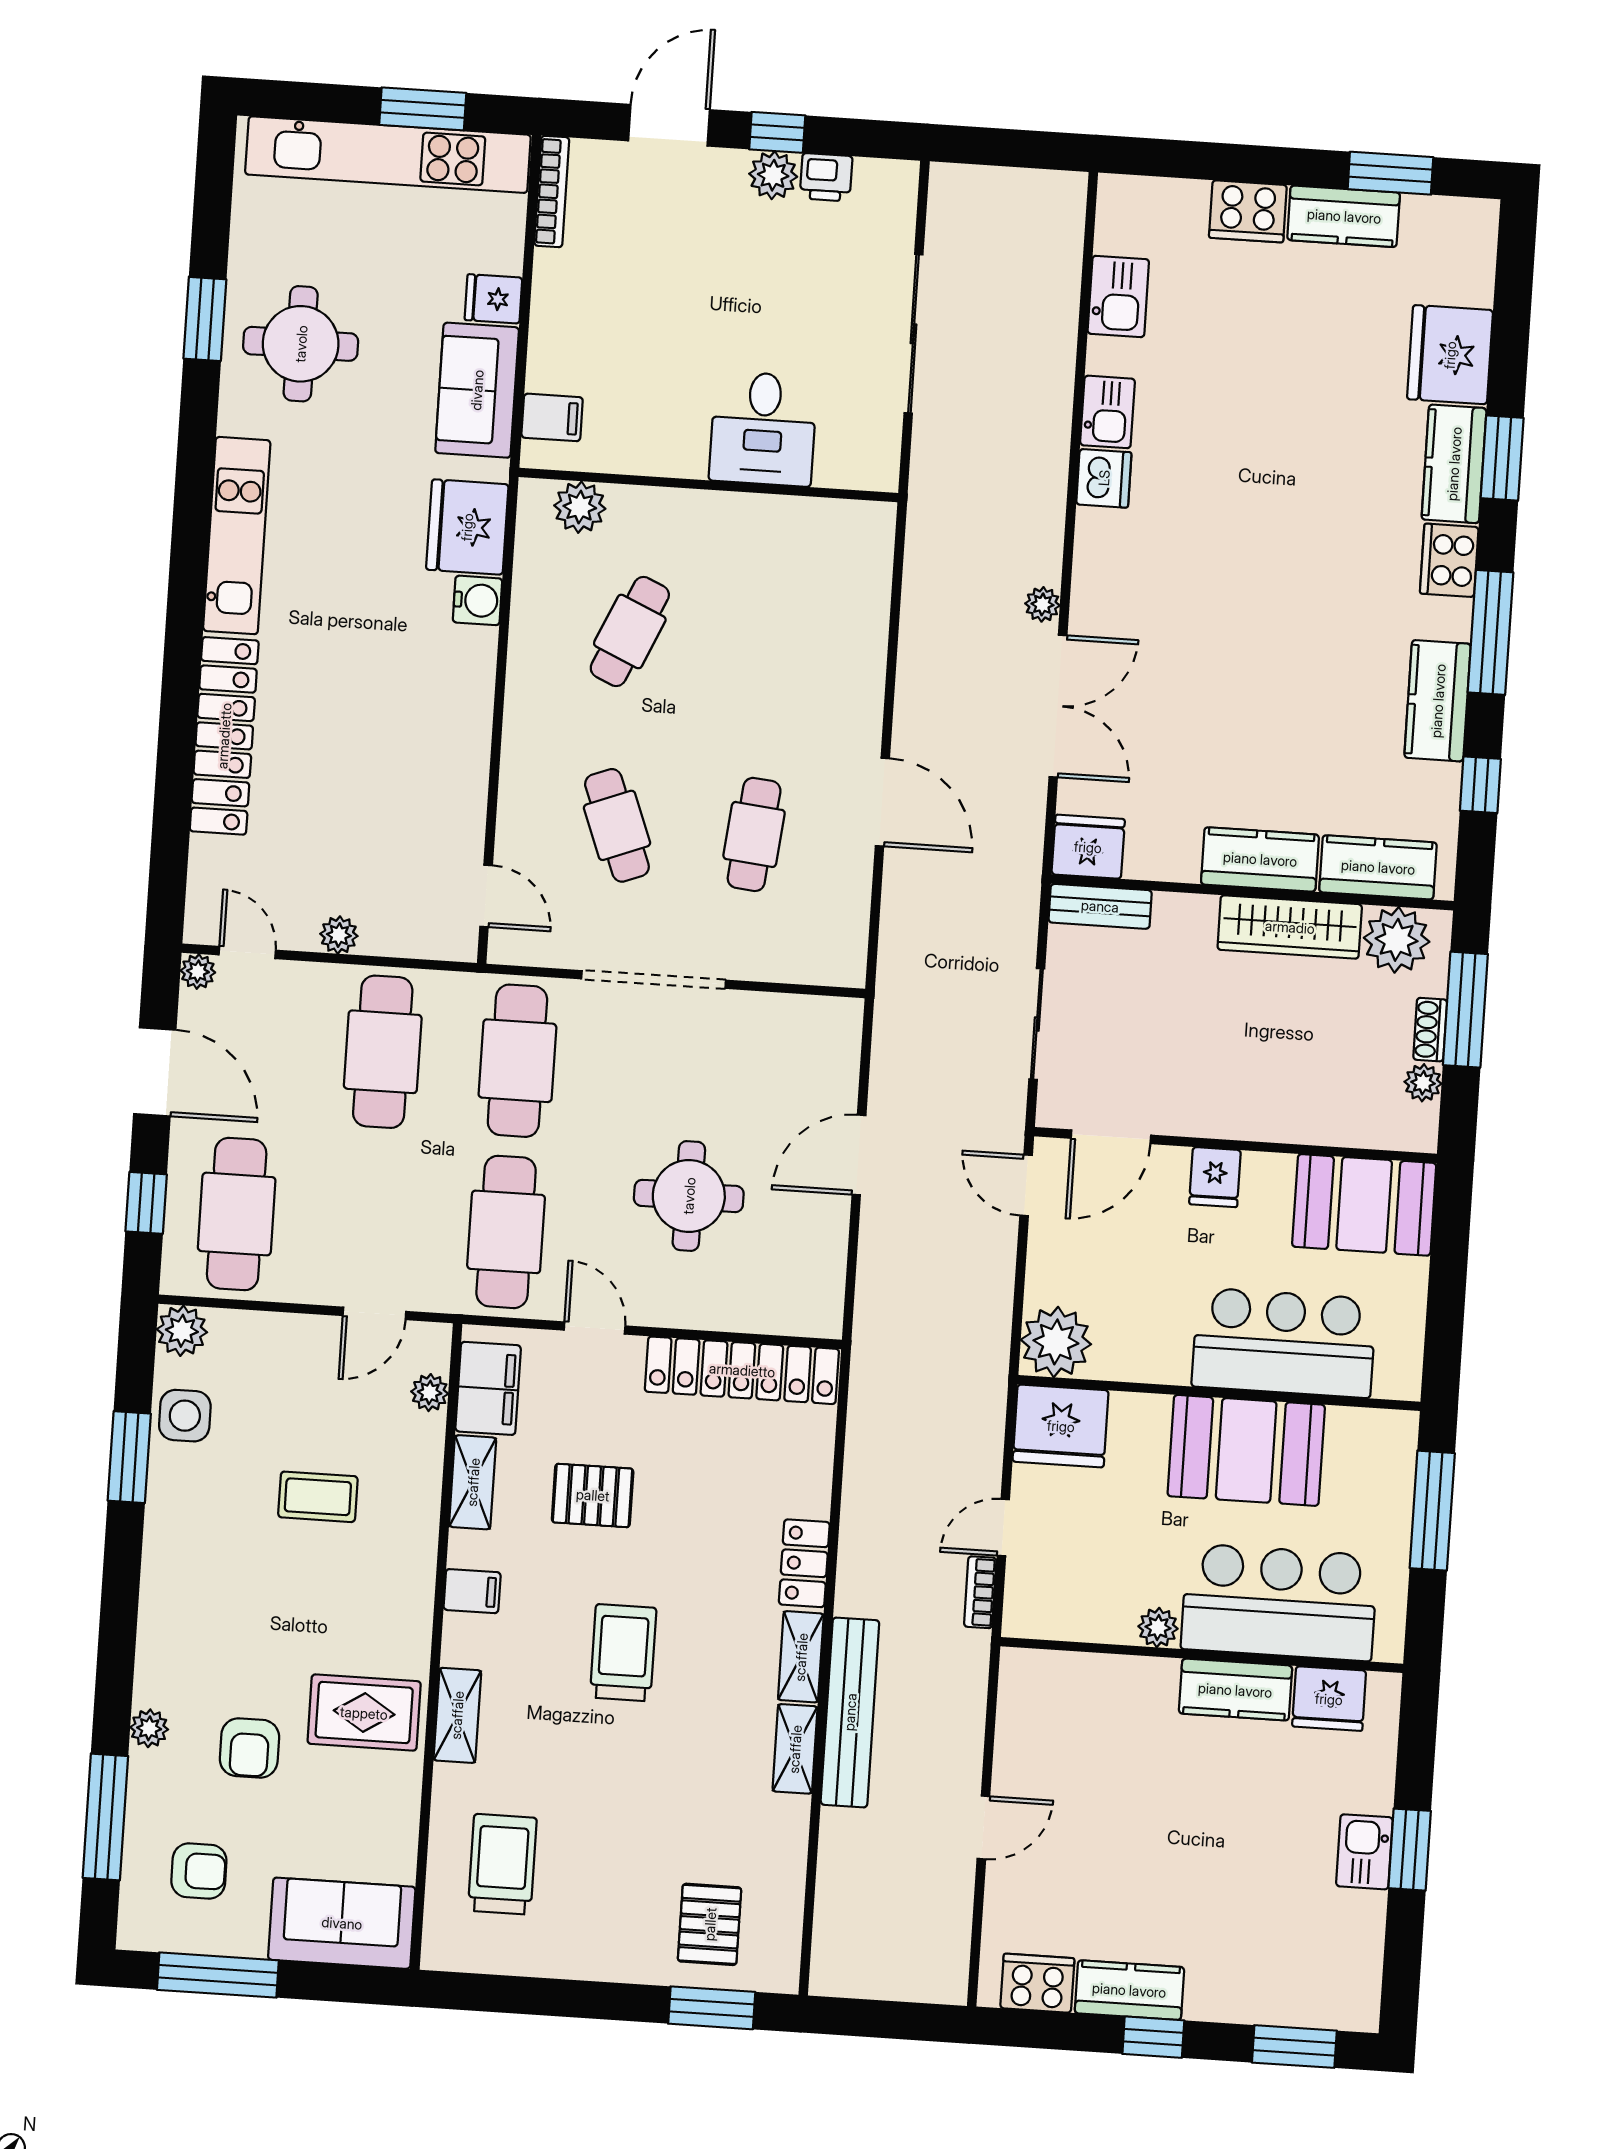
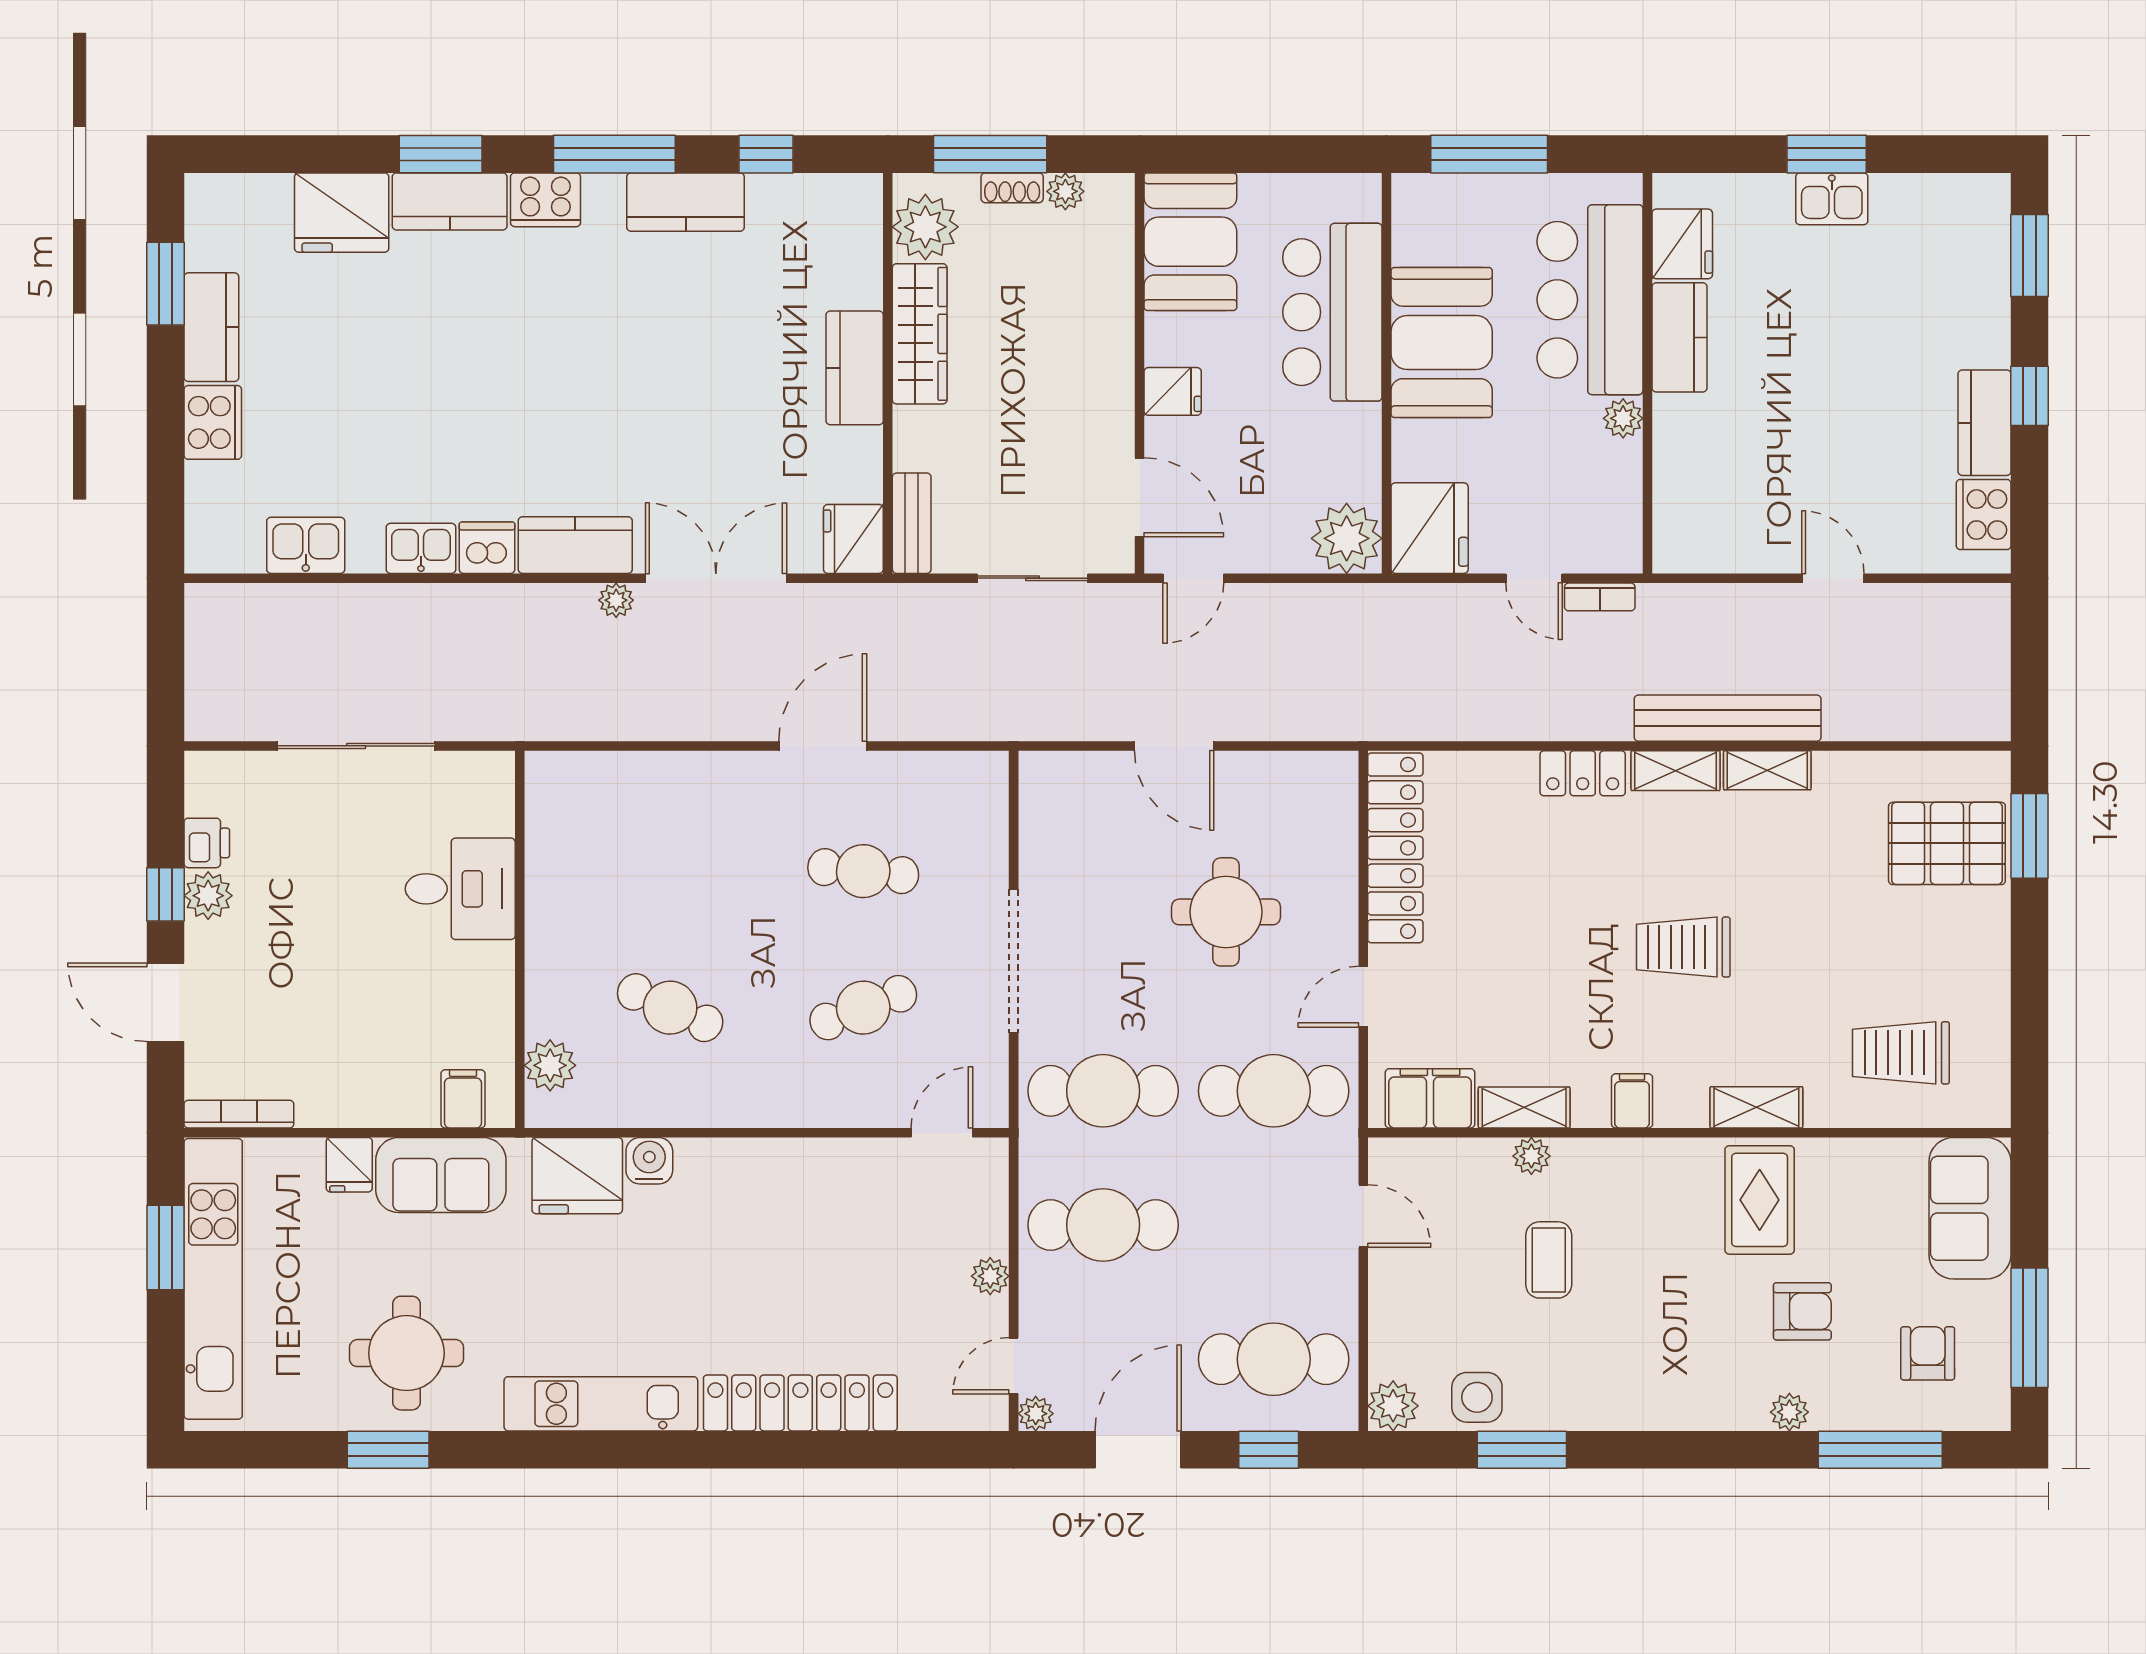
kitchen counter: (1378, 867) -> (575, 545), moved, turned 90
plant: (430, 1393) -> (1531, 1156), moved
pallet: (593, 1495) -> (1529, 988), removed
pallet: (710, 1924) -> (1947, 843), width x1.50, depth x1.42

